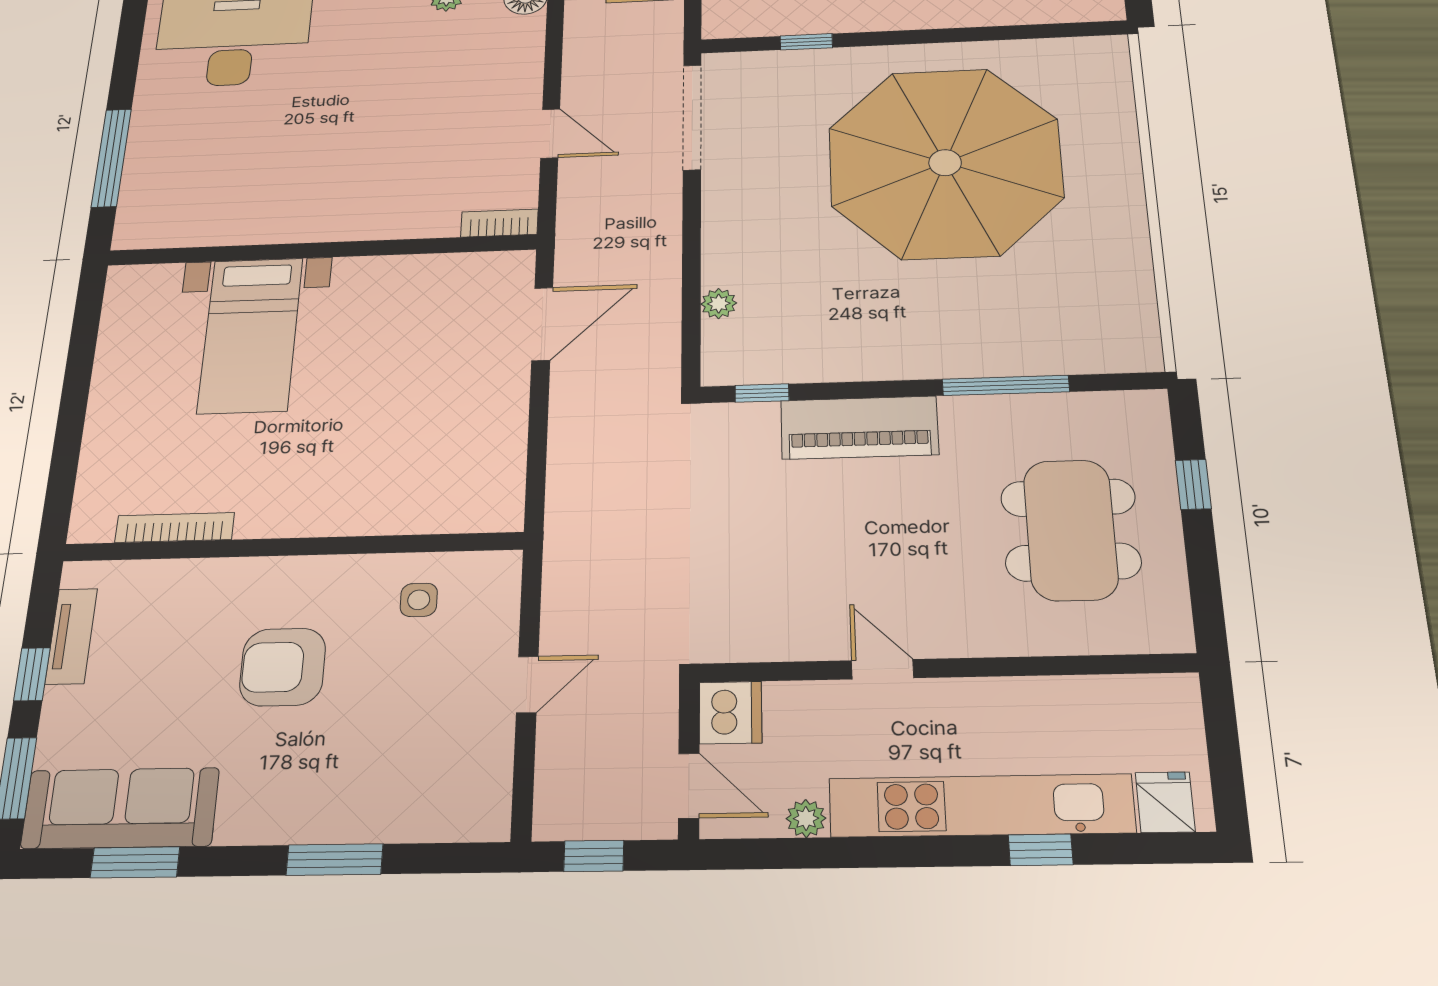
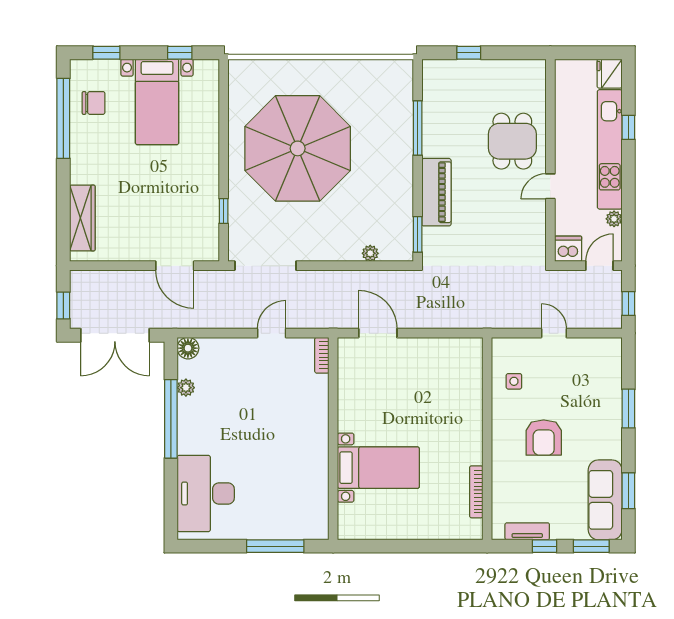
window: (762, 393) -> (418, 234), width x1.50
dining table: (1071, 530) -> (512, 141), moved, width x0.73
fridge: (1165, 802) -> (610, 74), width x1.38

